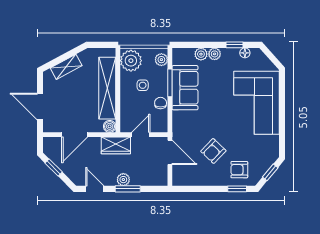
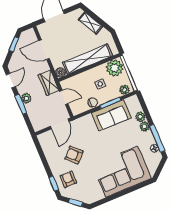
window: (235, 45) -> (157, 138), width x2.17

